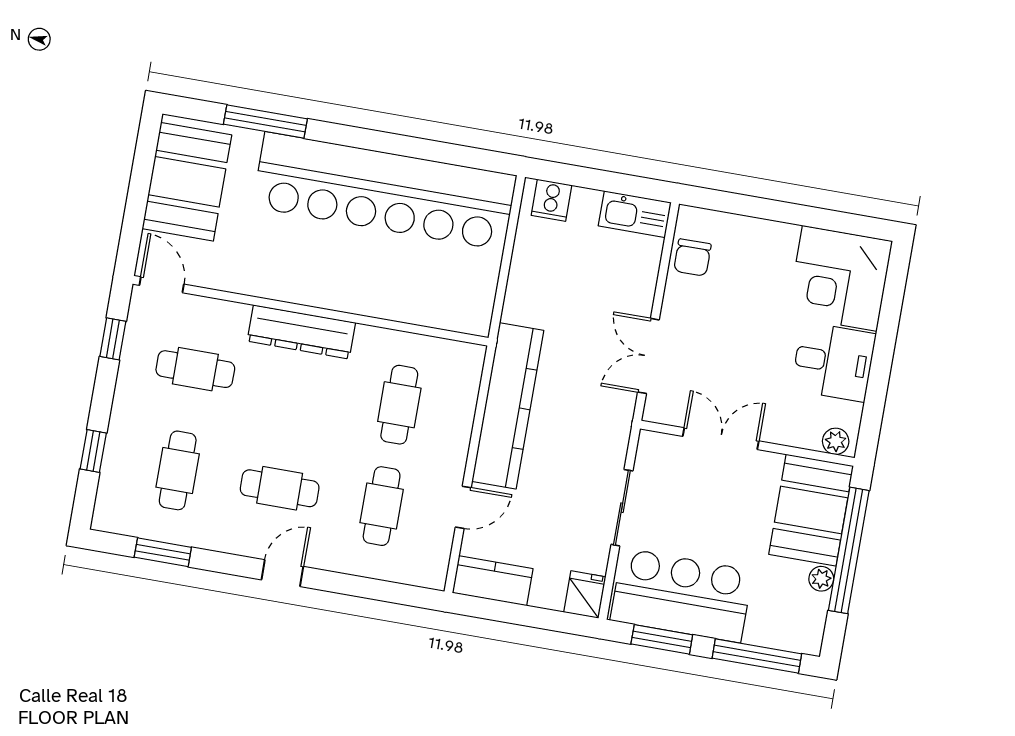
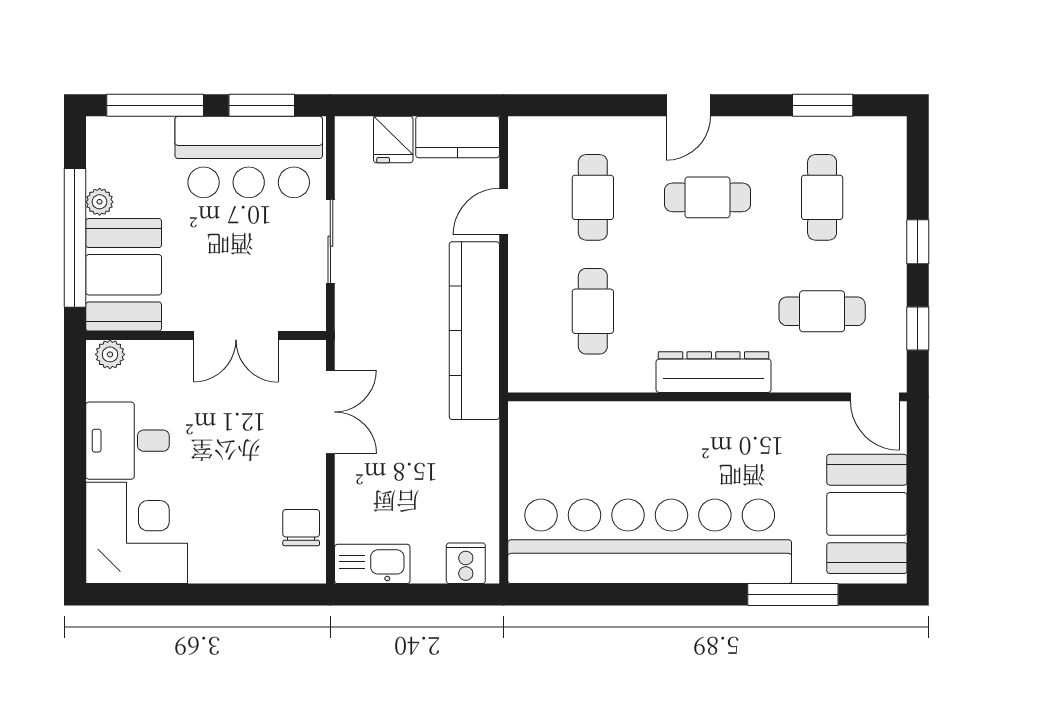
window: (93, 451) -> (918, 242), moved
fridge: (585, 595) -> (393, 140), moved

